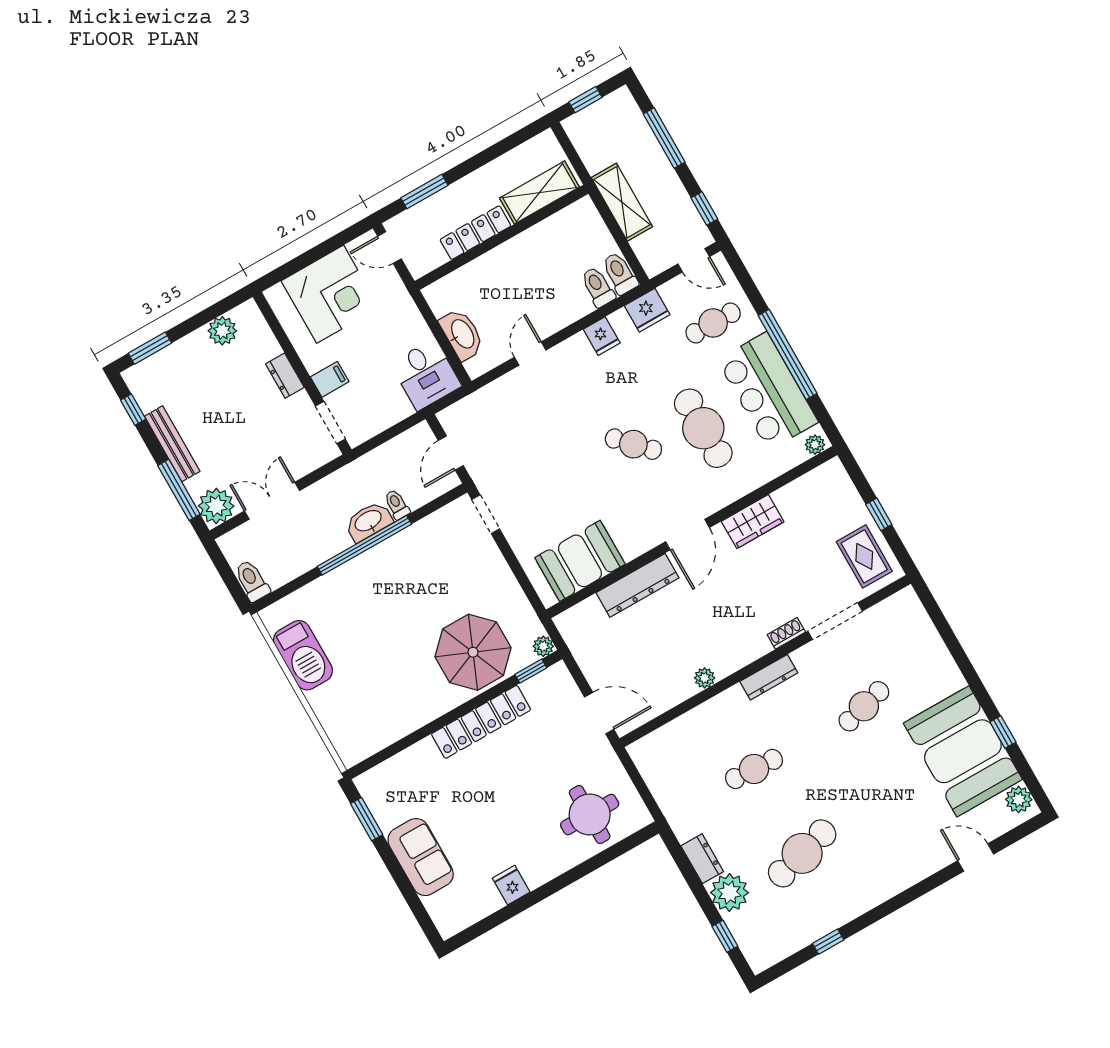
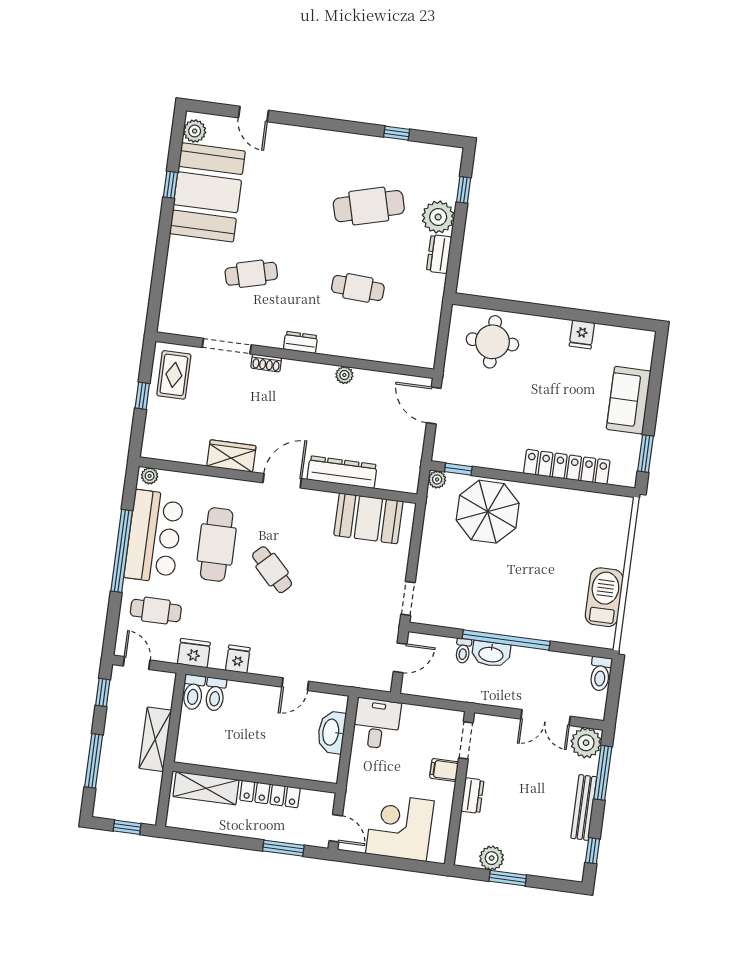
window: (150, 348) -> (508, 878), moved
dresser: (769, 677) -> (301, 342), width x0.70
locker: (481, 722) -> (567, 467), moved

